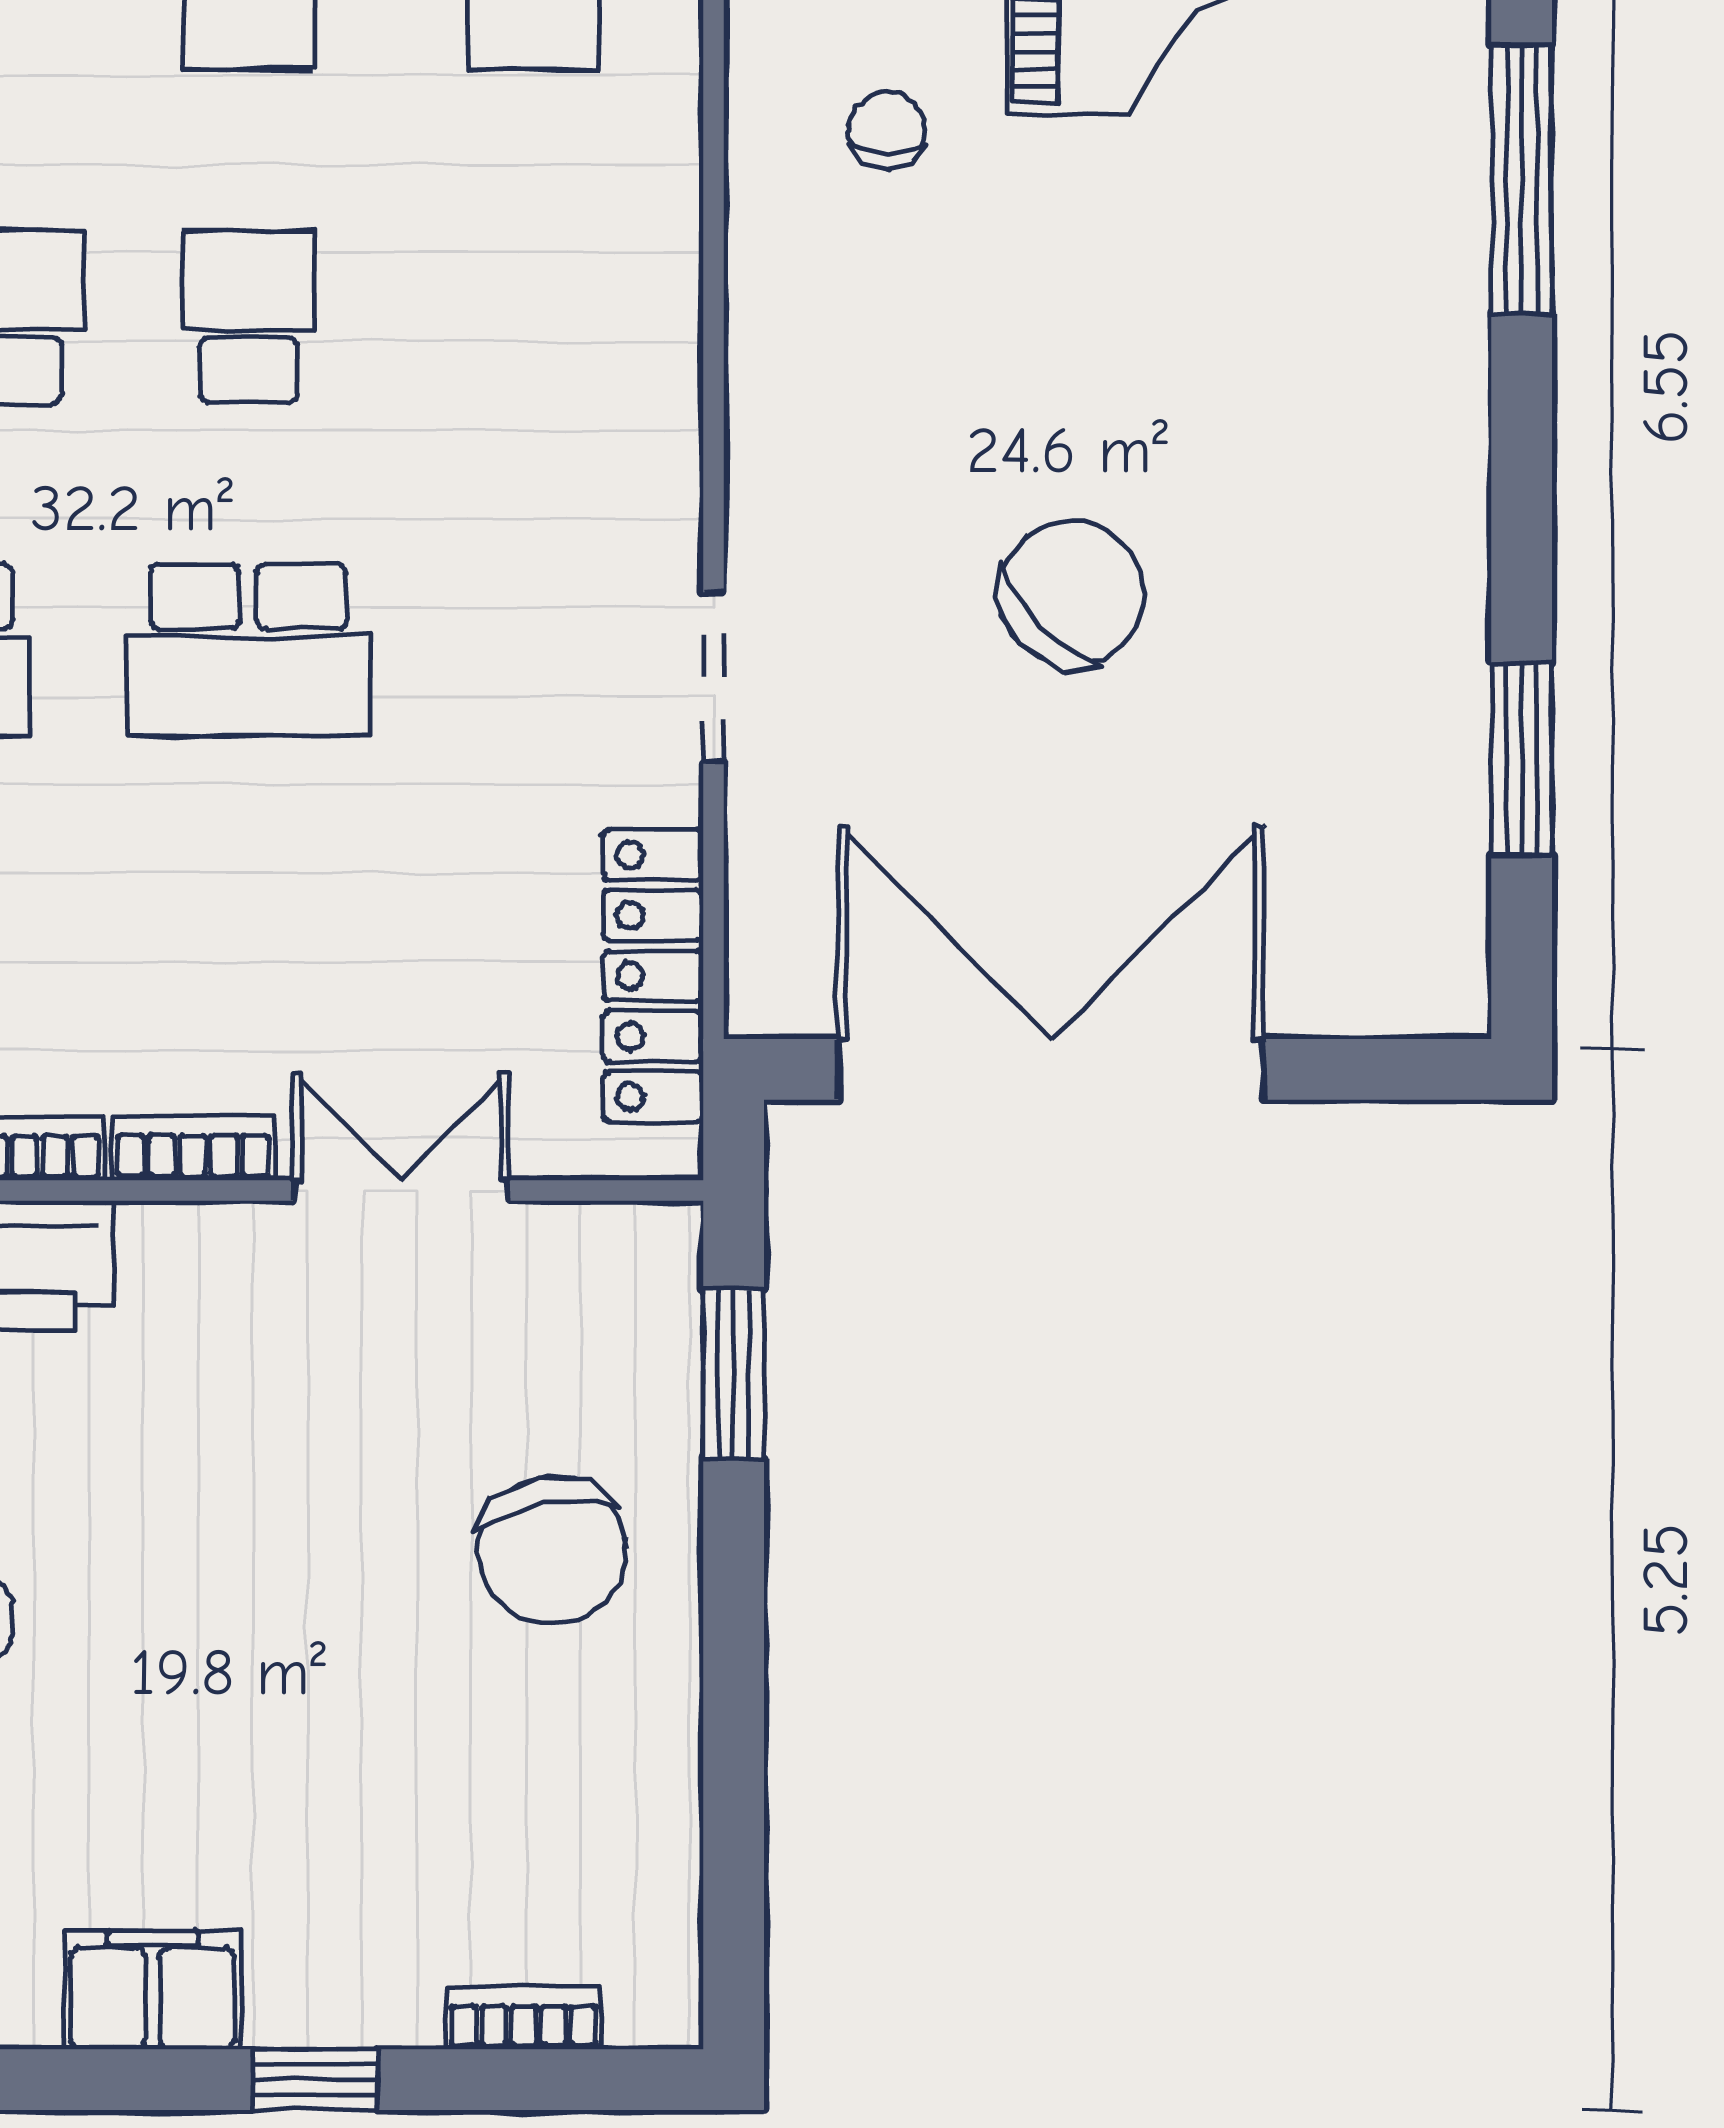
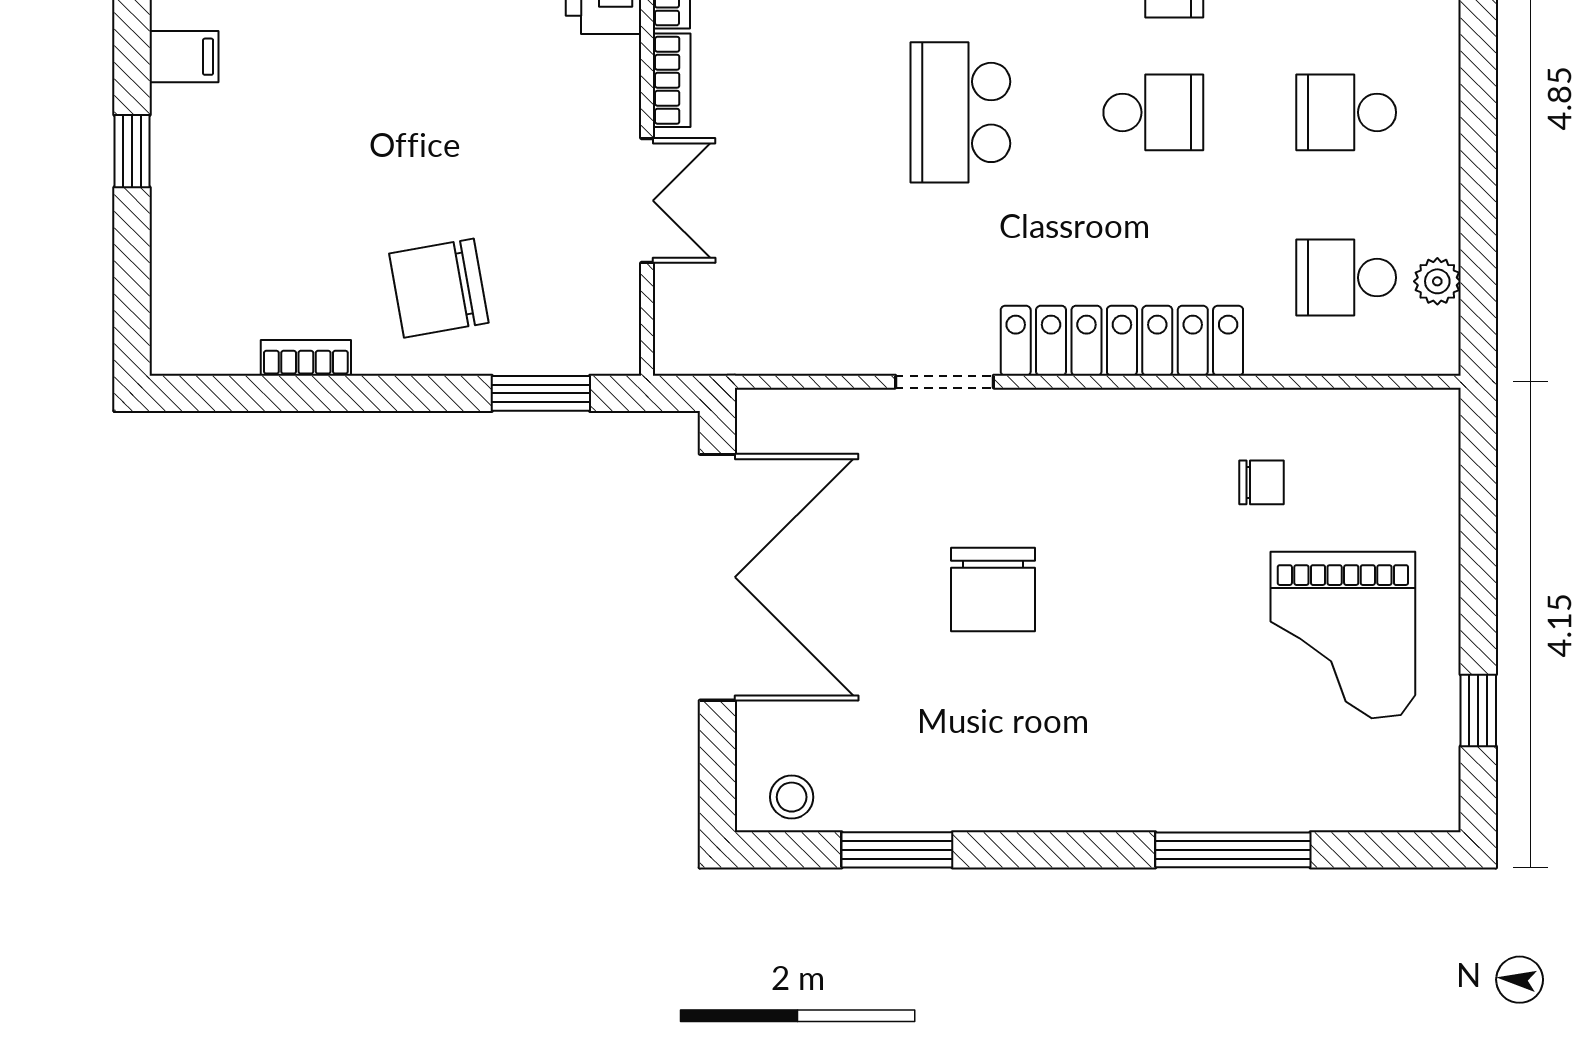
chair: (1072, 593) -> (993, 589), turned 44
stool: (1430, 941) -> (792, 797), added
locker: (653, 976) -> (1122, 341), moved, width x1.41, depth x1.21
filing cabinet: (152, 1990) -> (184, 57), width x0.50
bookcase: (524, 2018) -> (306, 358), moved, turned -90

